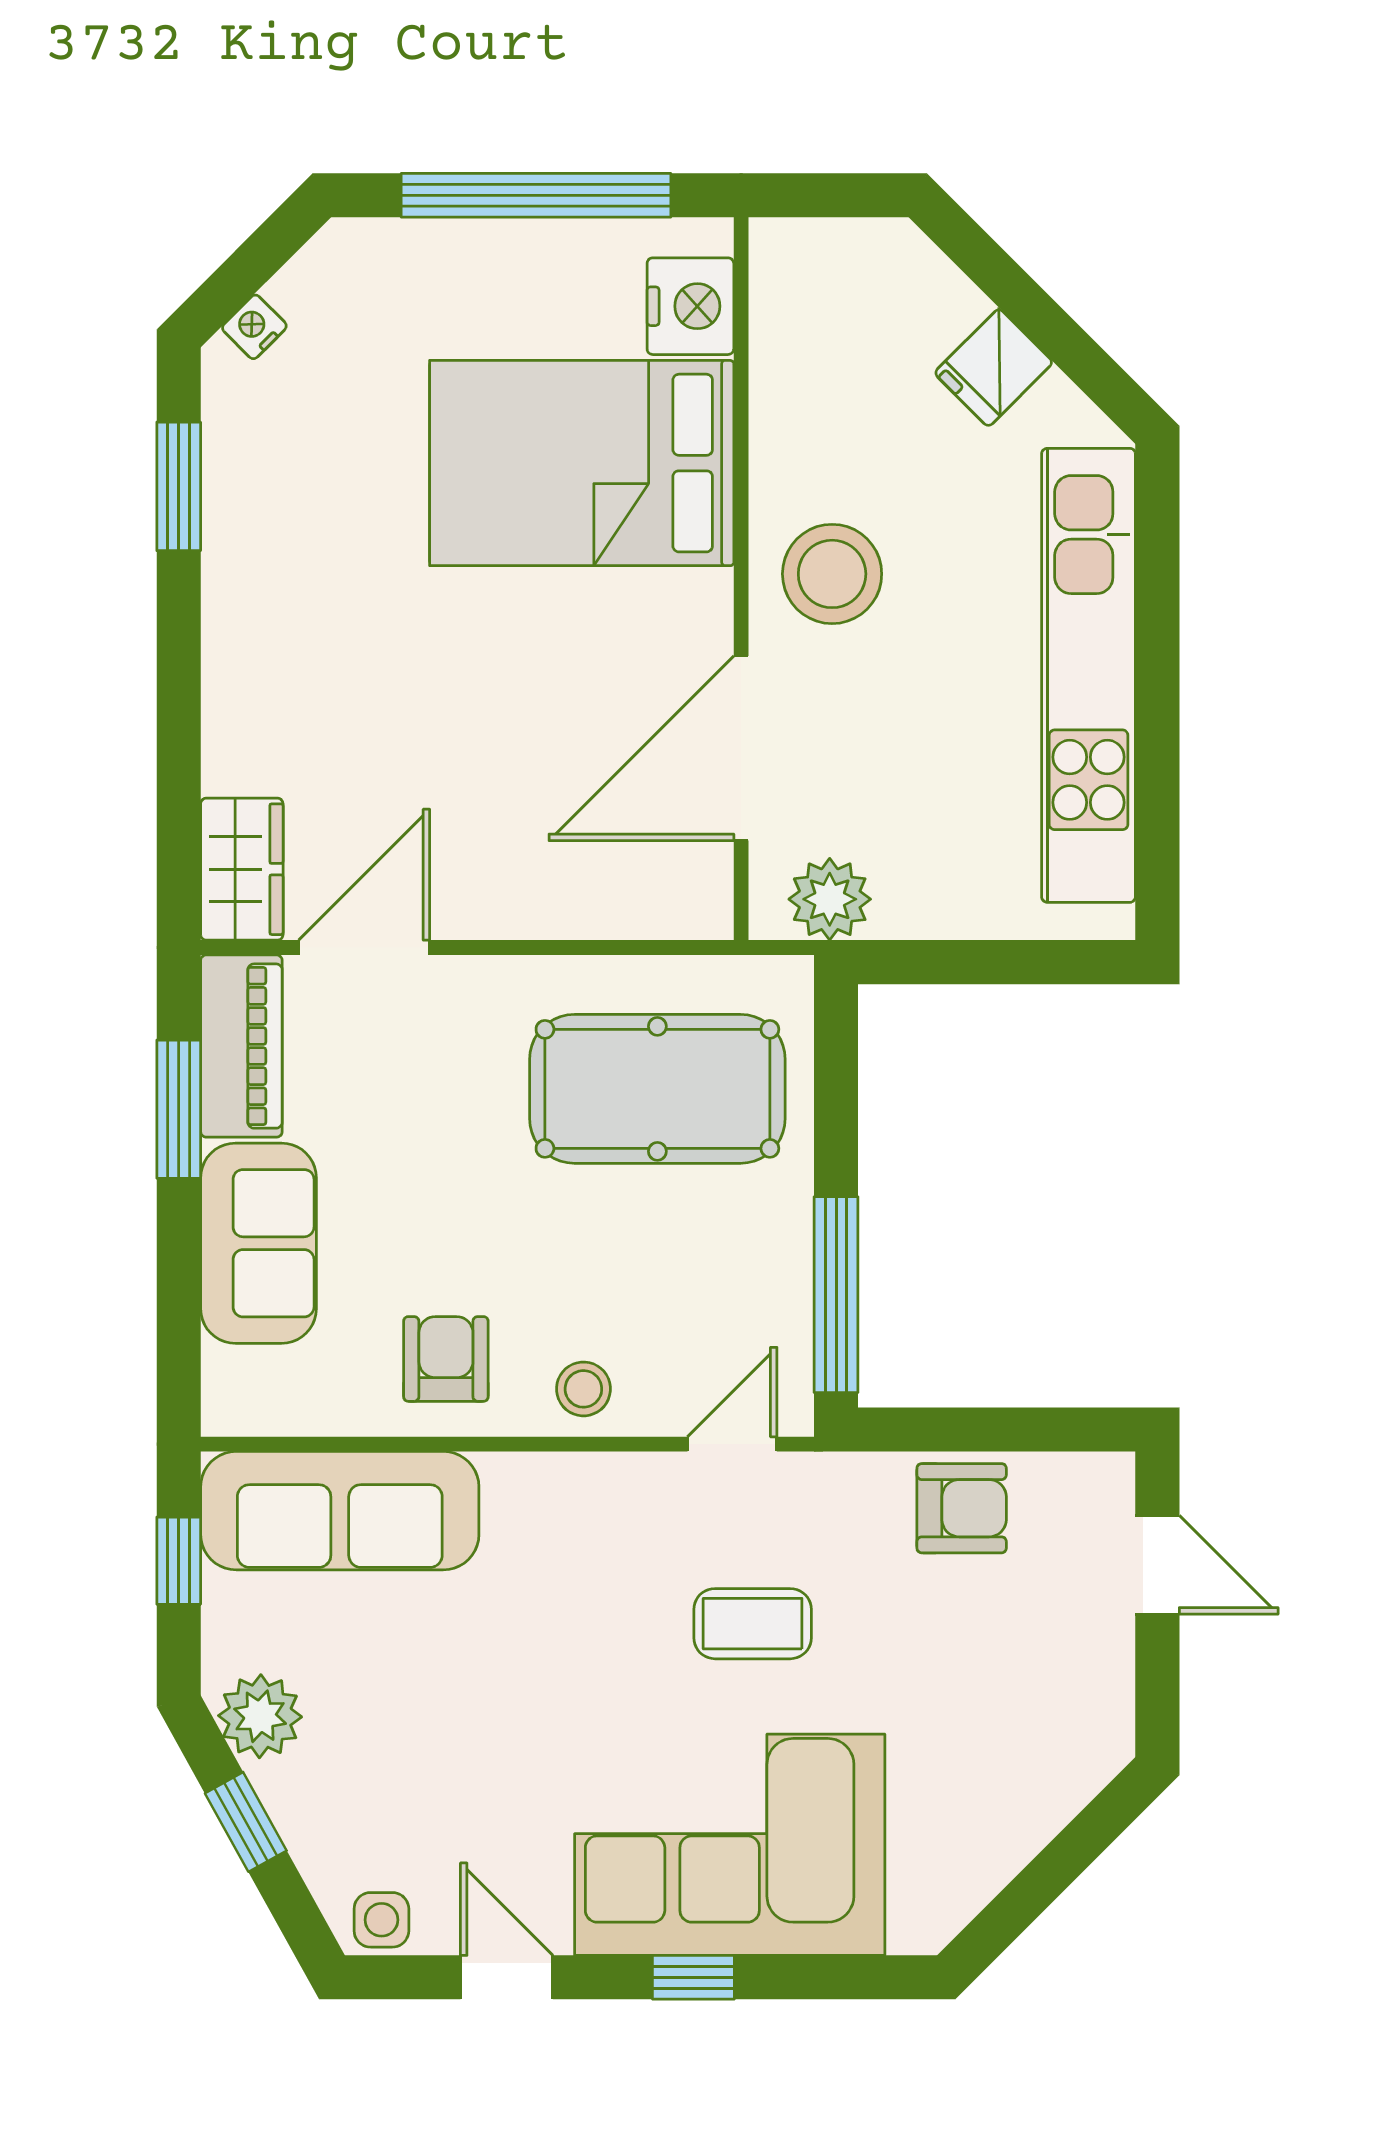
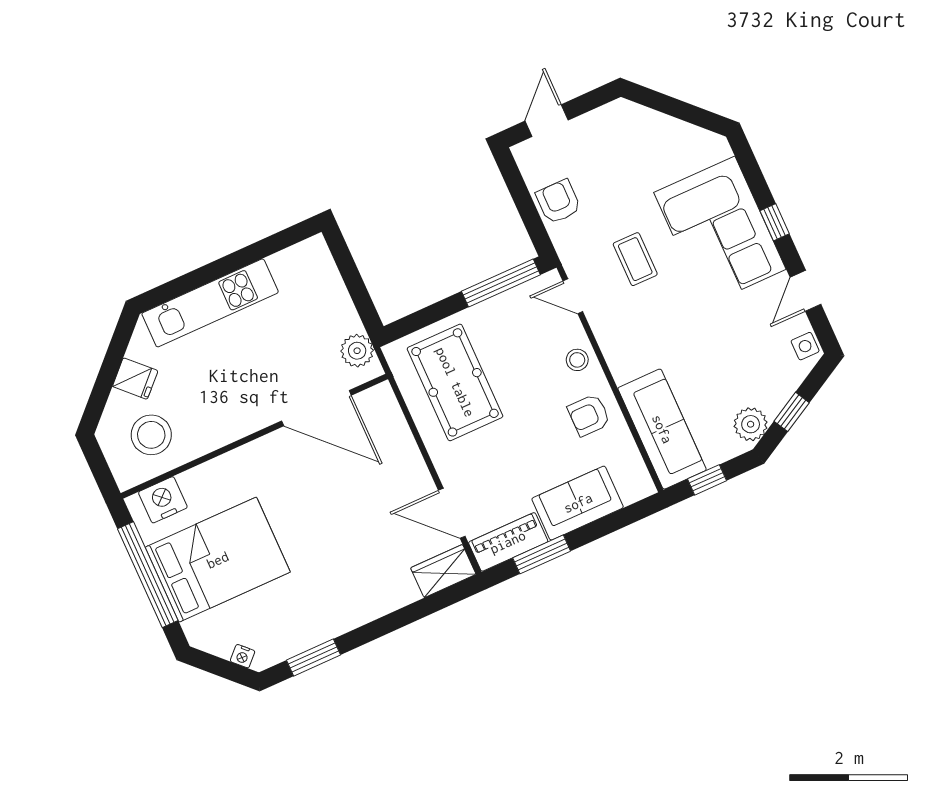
bed: (582, 463) -> (218, 560), moved, turned -90
stool: (832, 574) -> (151, 435), moved
kitchen unit: (1089, 675) -> (210, 303), width x0.73

